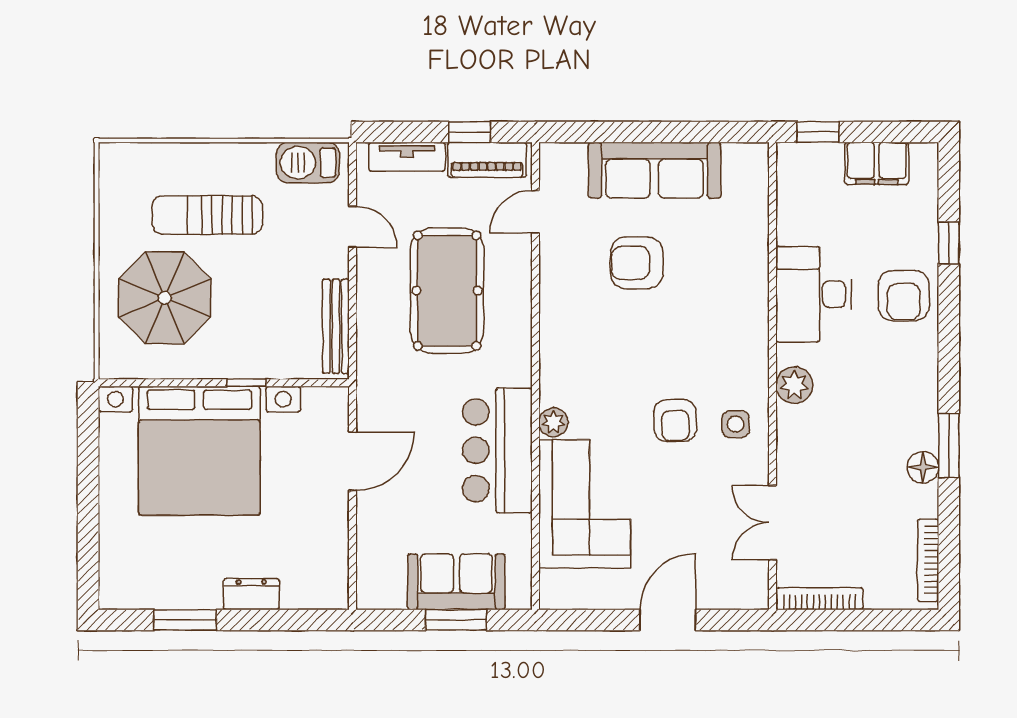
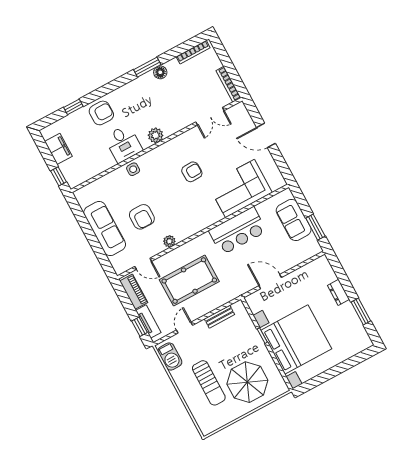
window: (470, 132) -> (139, 327), moved
desk: (814, 294) -> (123, 144), width x0.73
bench: (336, 326) -> (219, 317), width x0.73
plant: (553, 422) -> (169, 241), moved
side table: (736, 424) -> (133, 169), moved
window: (456, 620) -> (315, 227), moved

